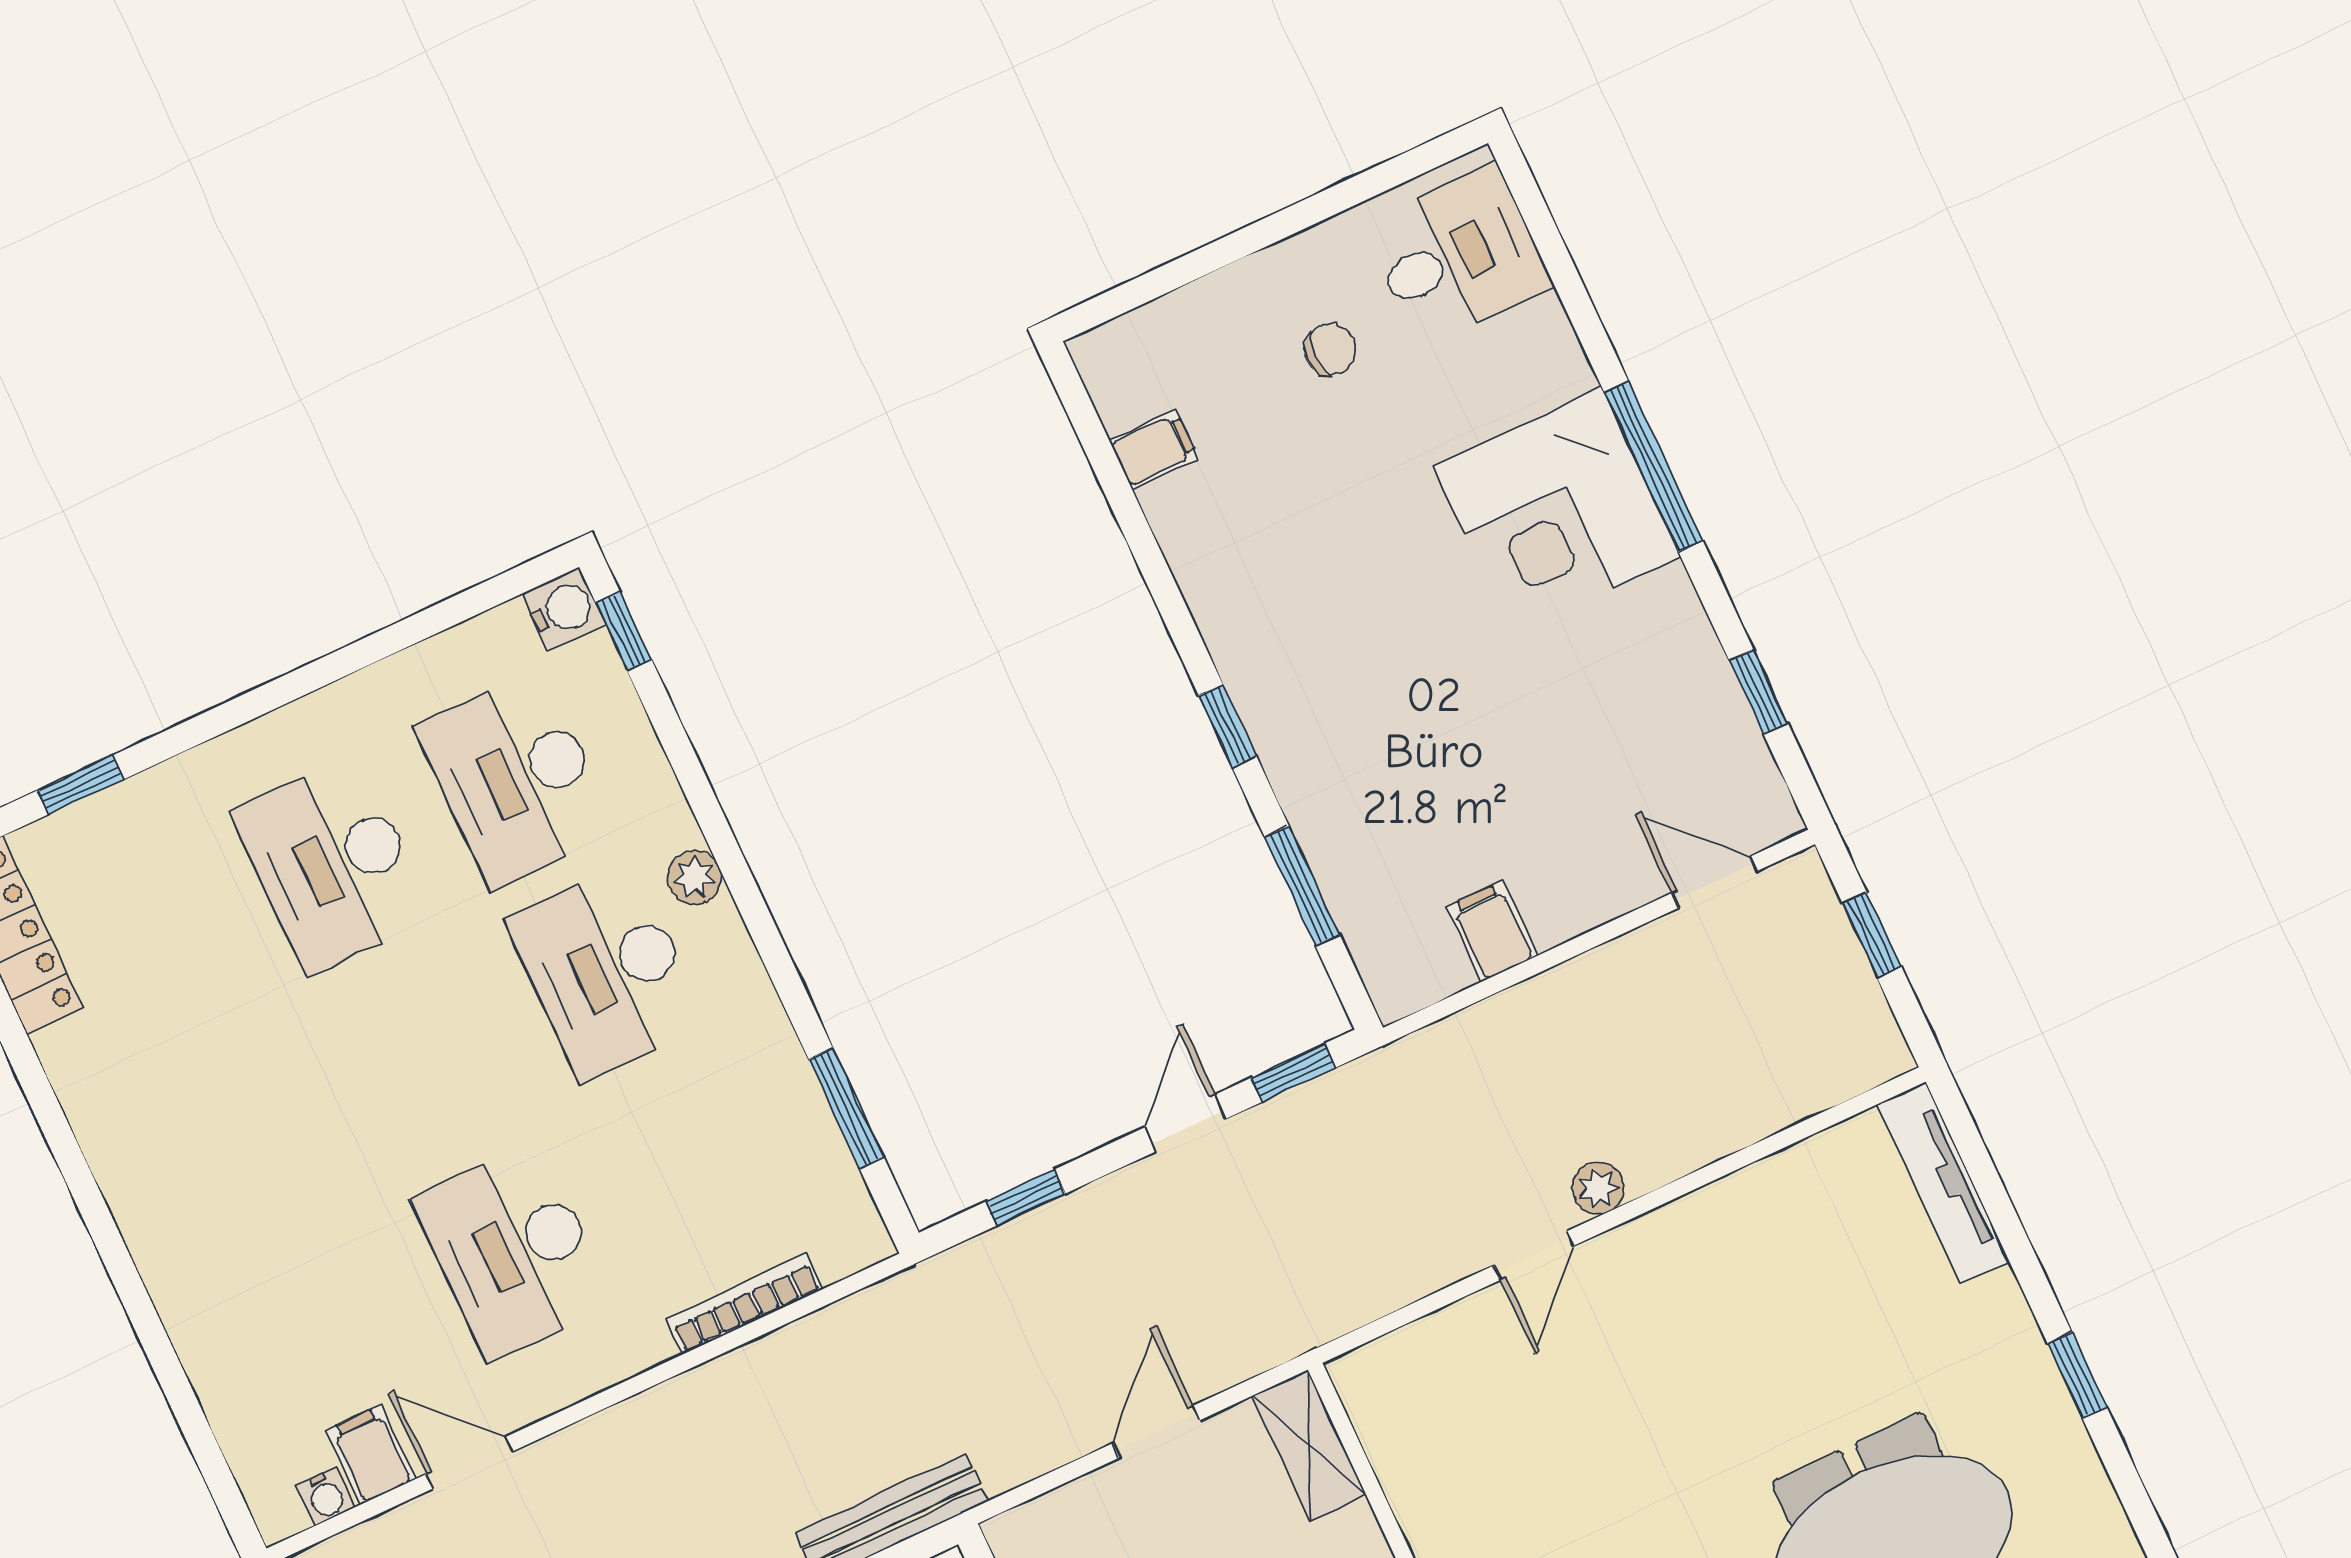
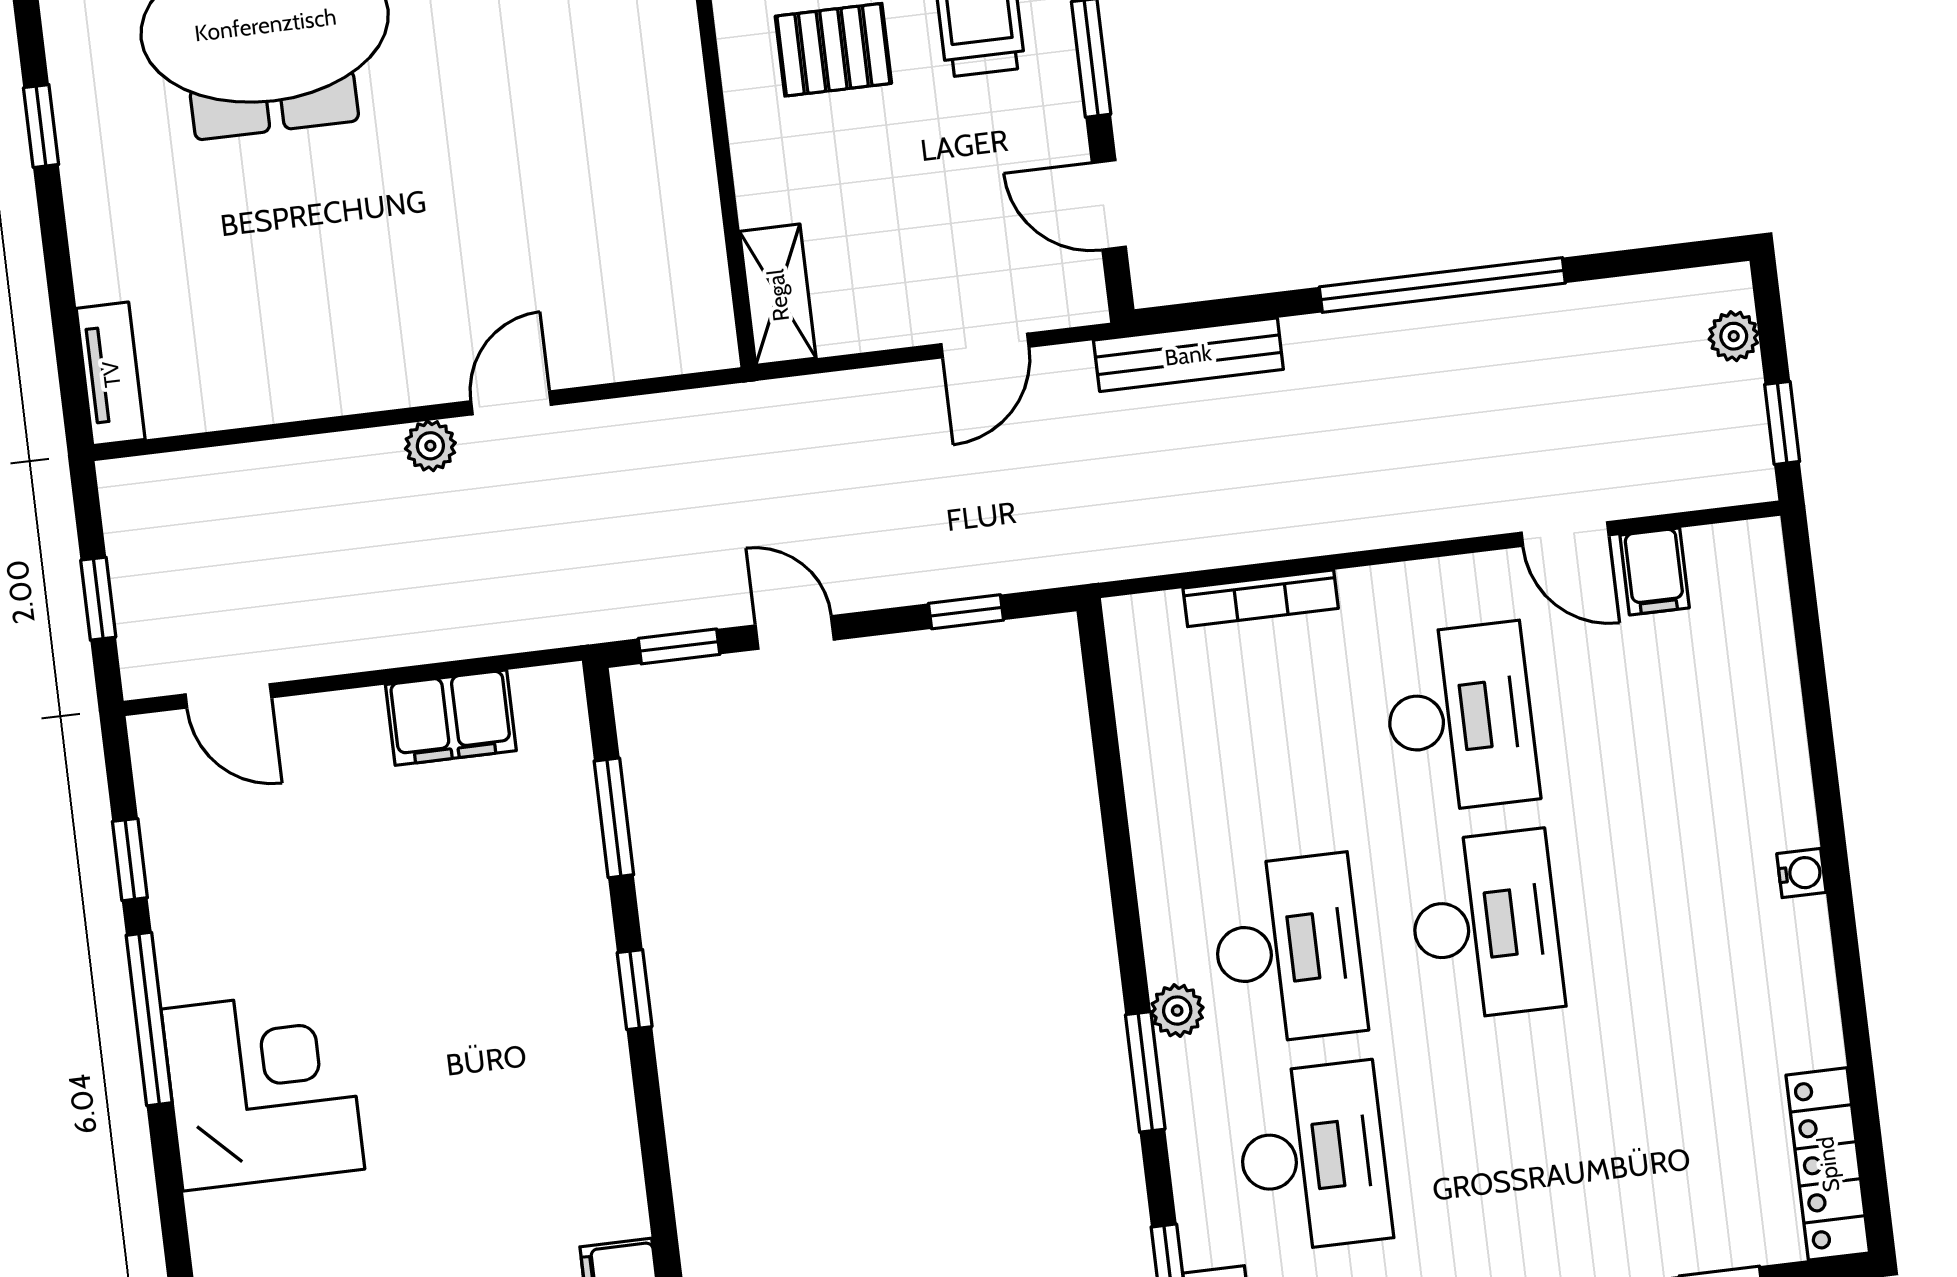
window: (1653, 467) -> (149, 1019), moved
desk: (332, 864) -> (1485, 925), moved
filing cabinet: (1492, 931) -> (451, 718), width x2.00
window: (846, 1108) -> (1145, 1072), moved
door: (1185, 1123) -> (795, 632), swing flipped
tv unit: (1943, 1183) -> (111, 374), width x0.71
door: (1156, 1432) -> (985, 346), moved
water cooler: (325, 1496) -> (1801, 873), moved, turned 90

